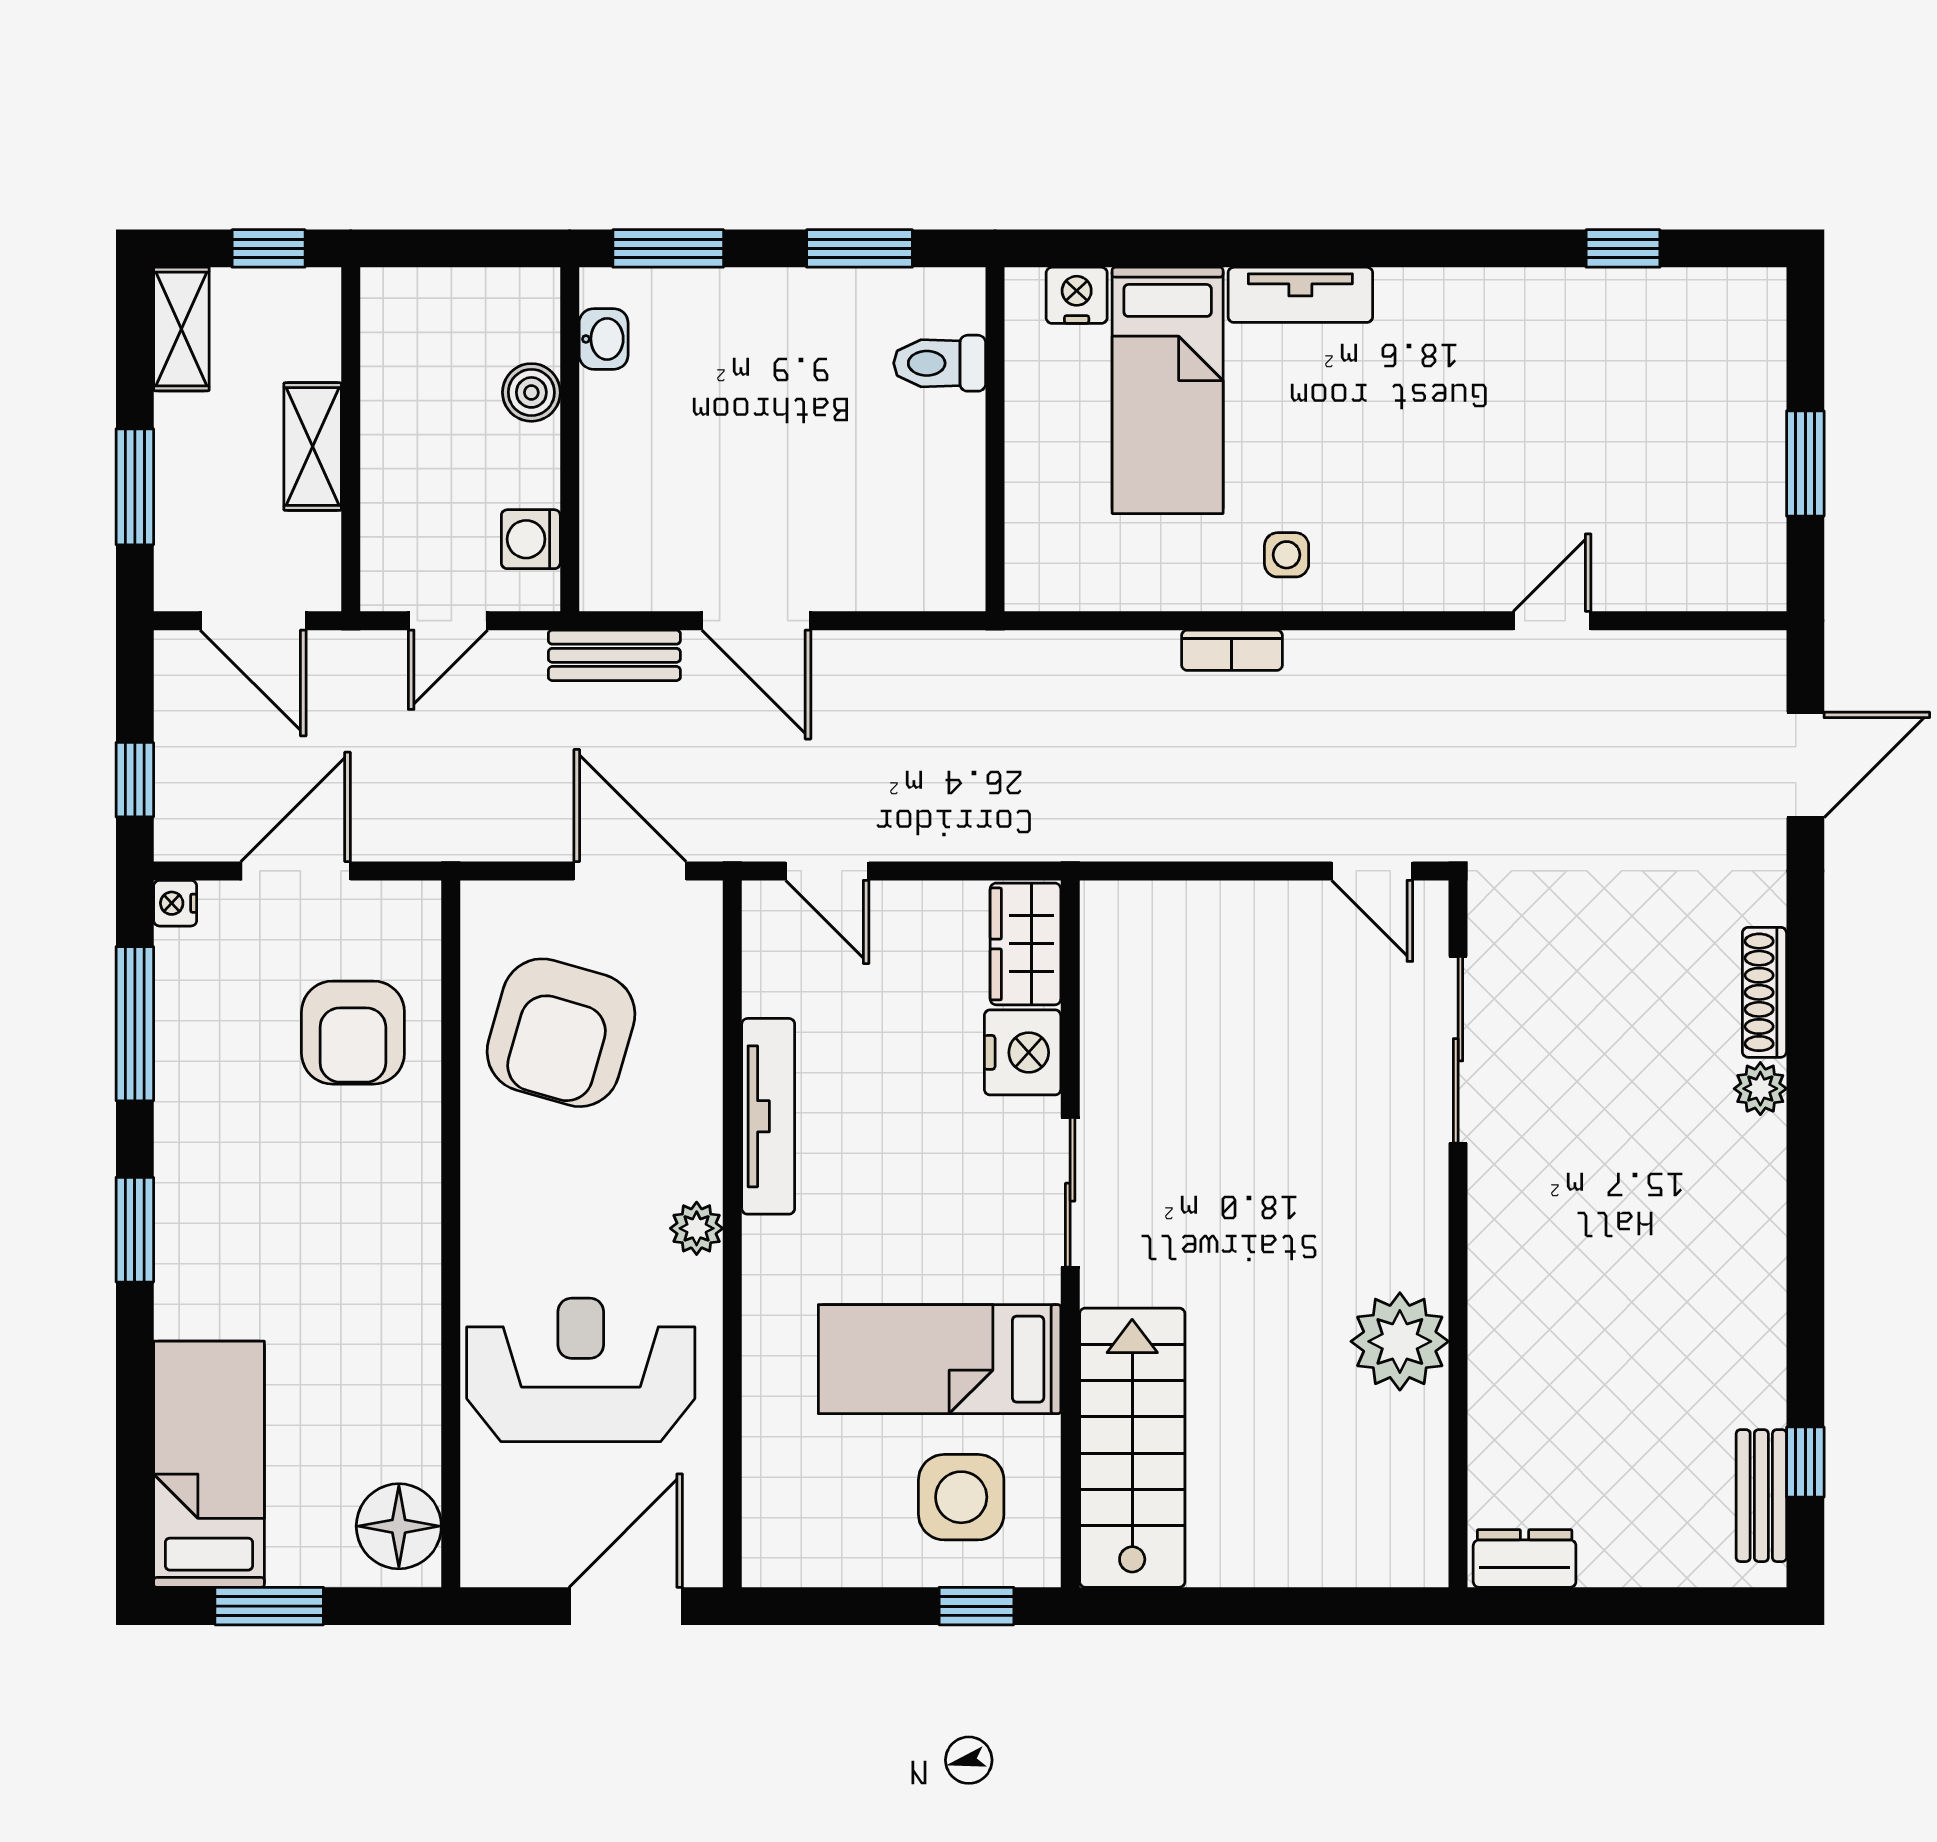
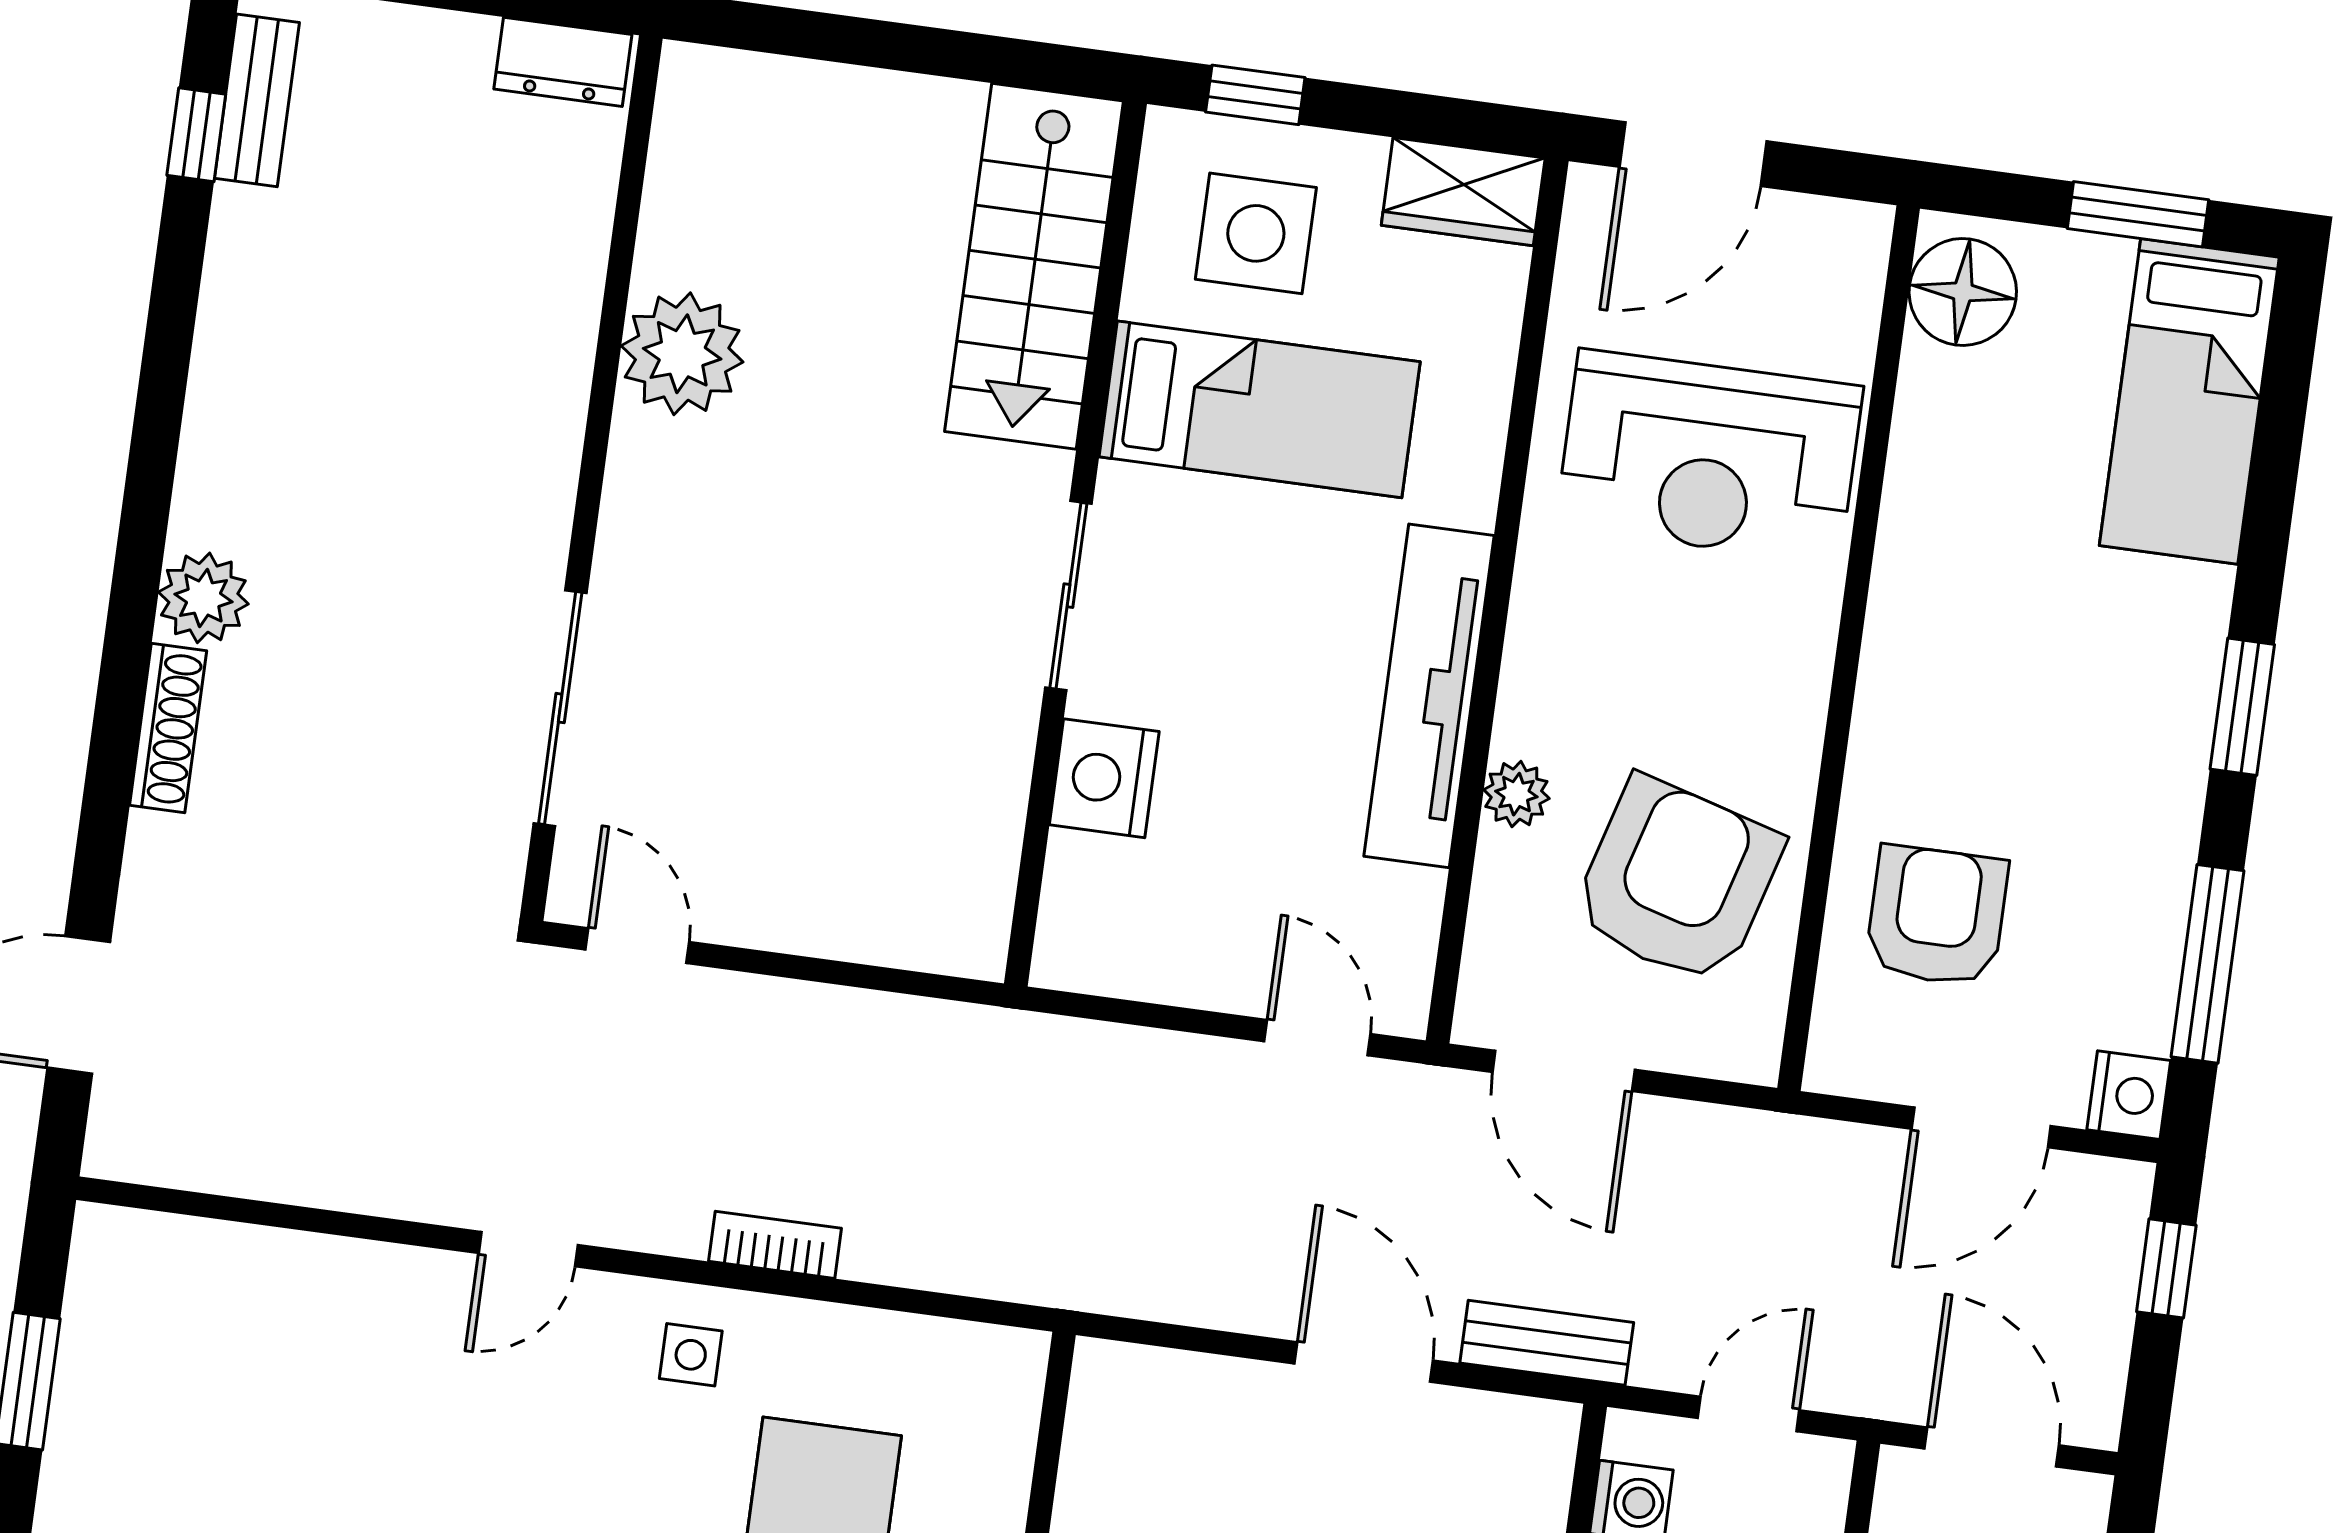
door: (1552, 621) -> (528, 1249), moved
nightstand: (175, 903) -> (2129, 1095), width x1.39, depth x1.35
wardrobe: (1025, 944) -> (1463, 192), moved, turned 90
plant: (1760, 1089) -> (203, 598), width x1.38, depth x1.38
tv unit: (768, 1116) -> (1429, 696), width x1.36, depth x1.29
plant: (697, 1228) -> (1516, 794), moved

